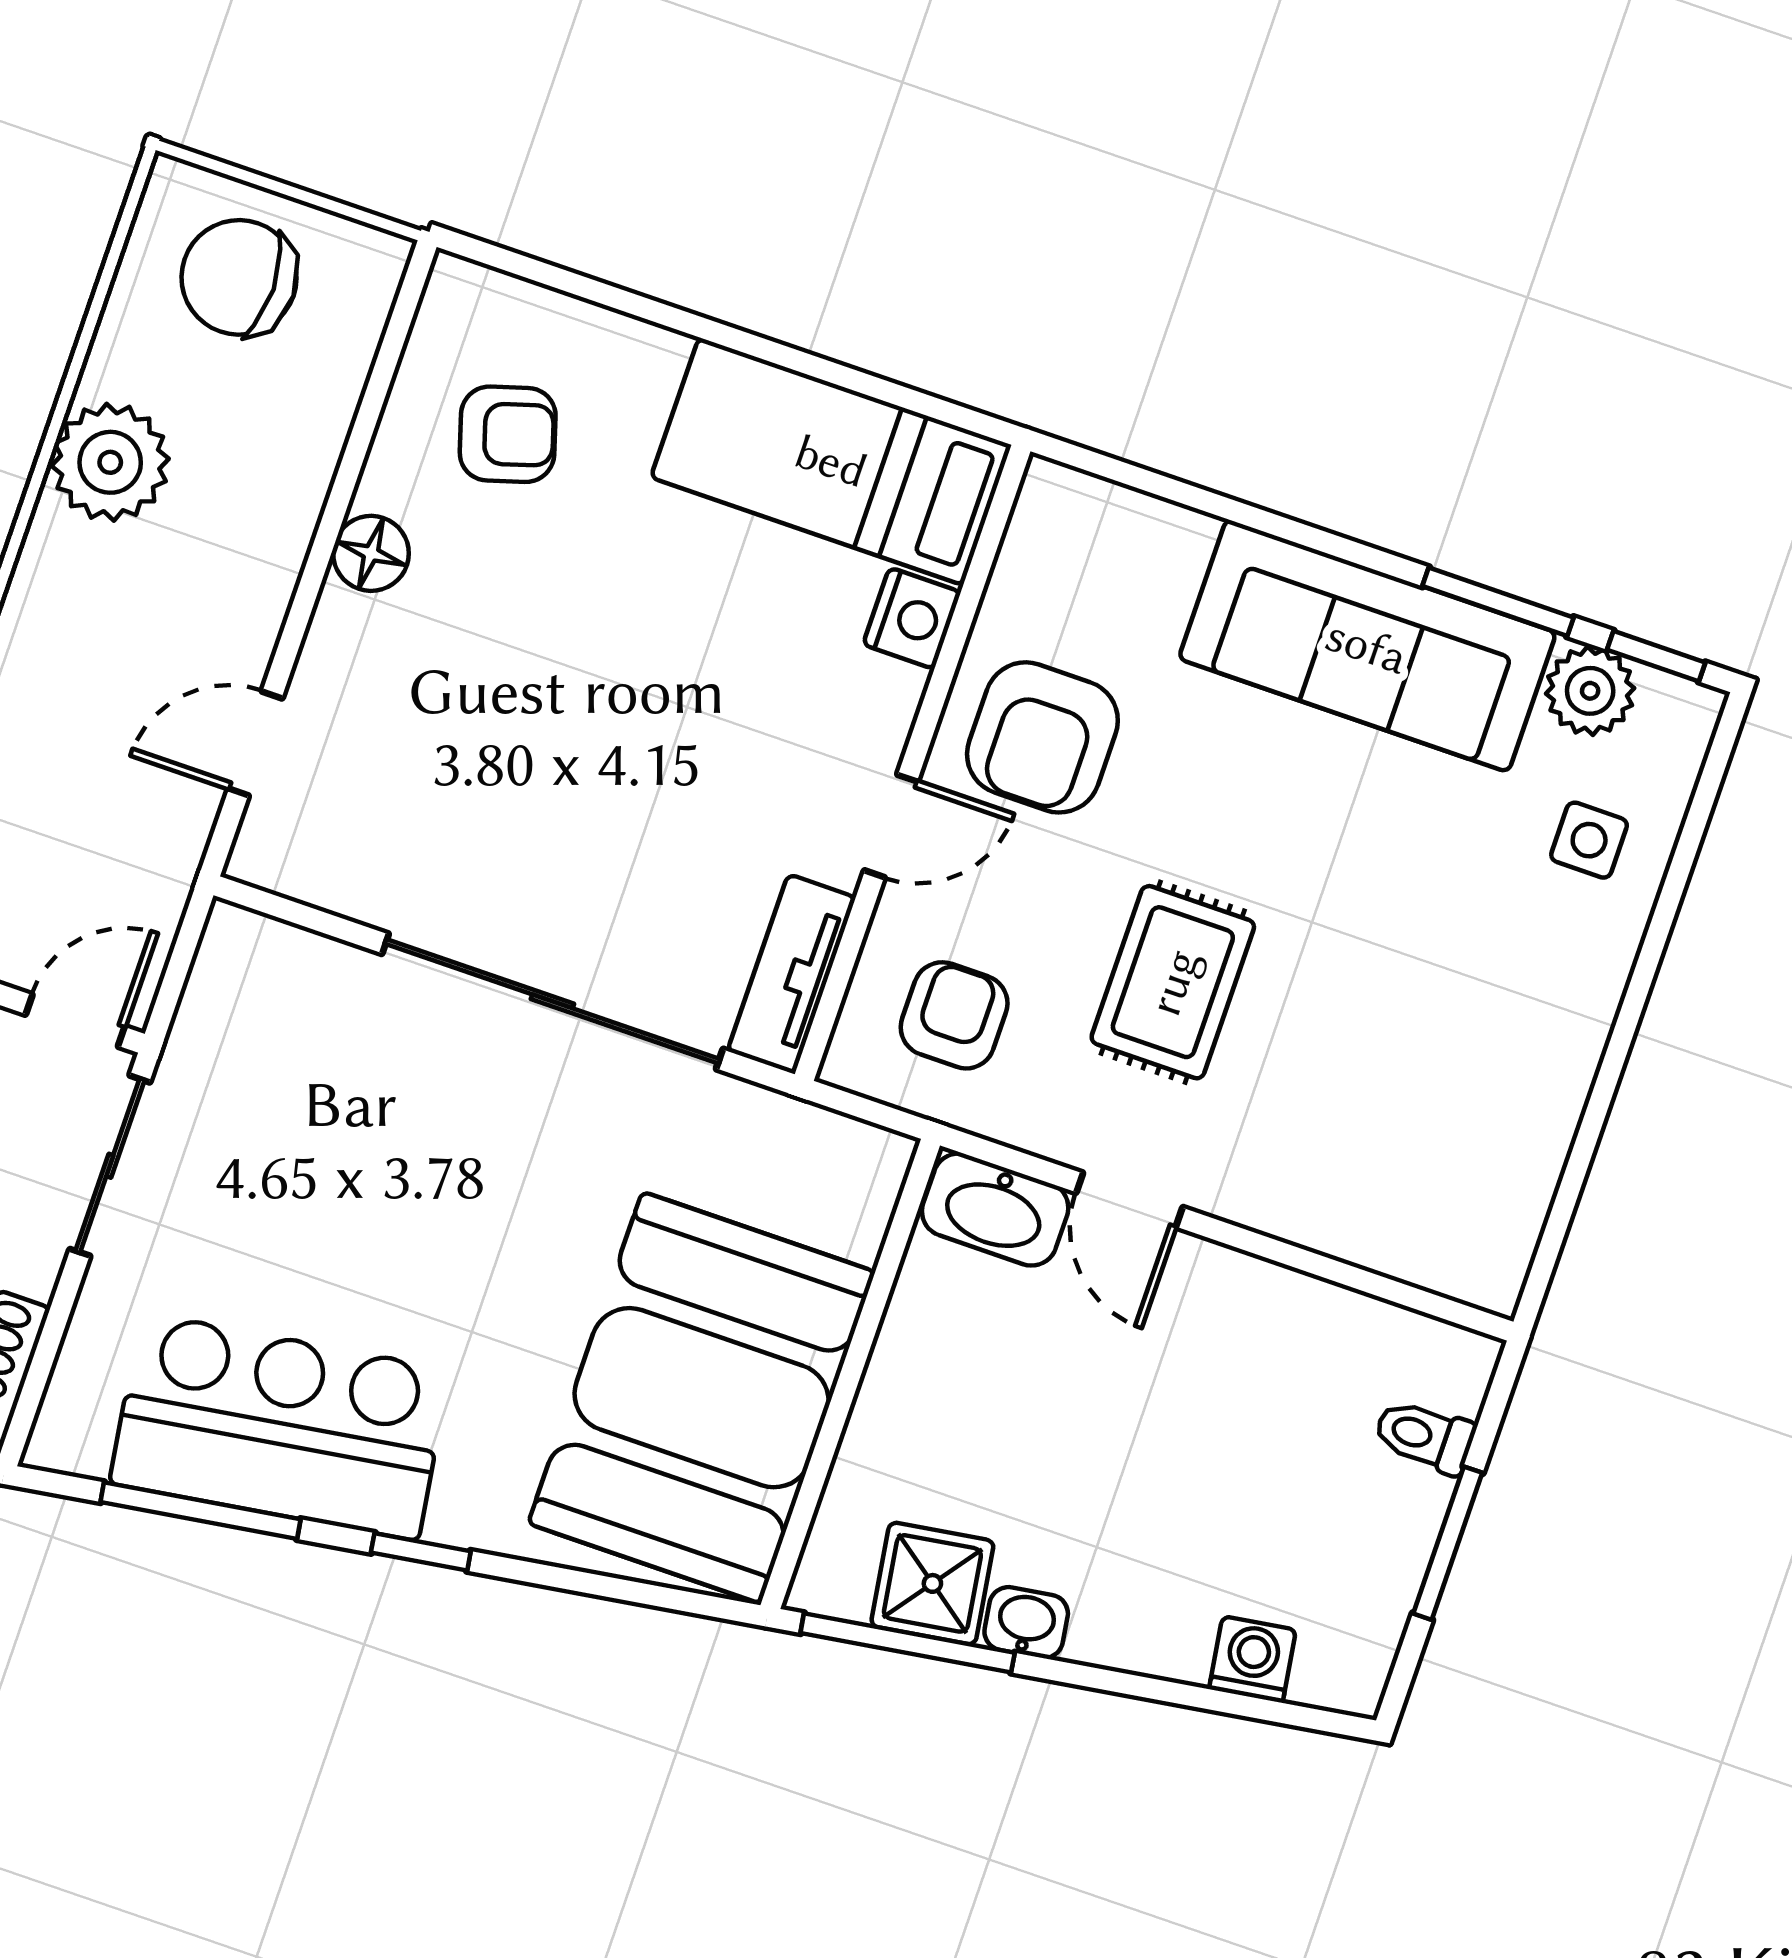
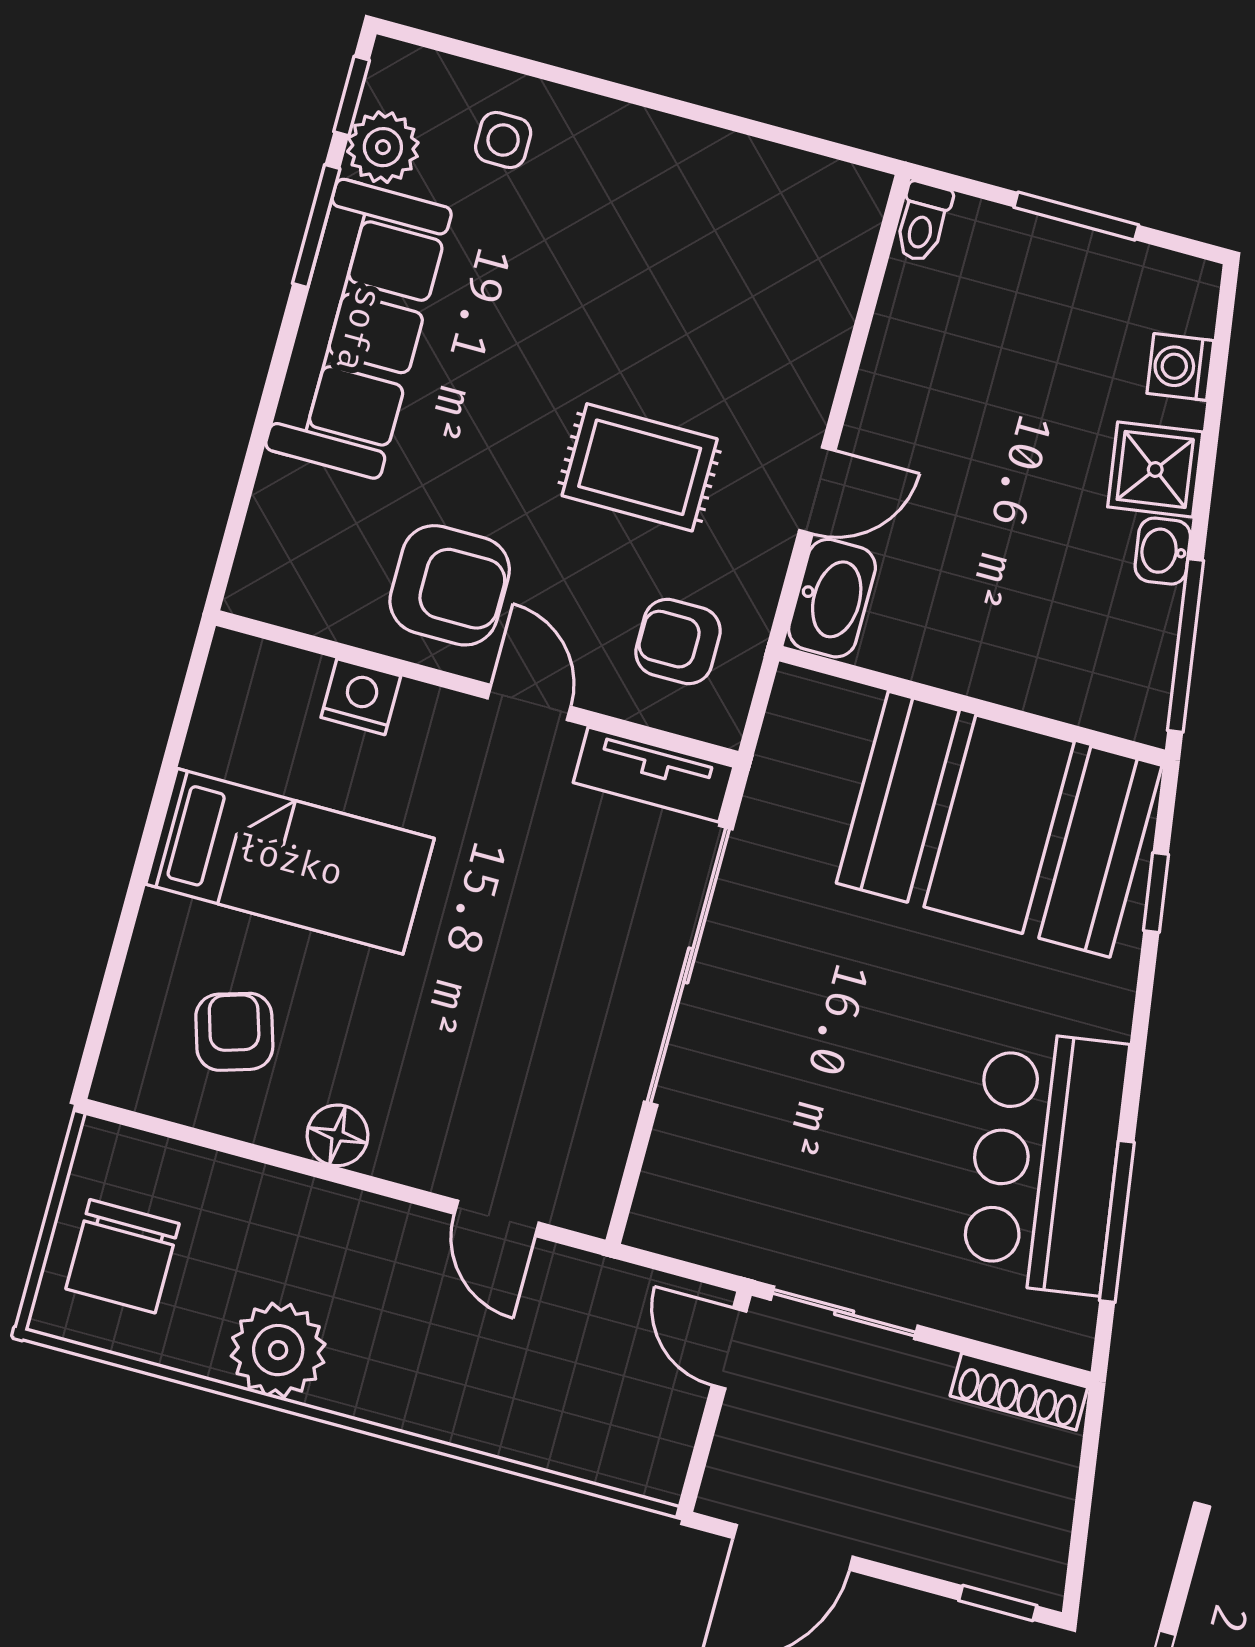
bed: (831, 461) -> (290, 861), moved, turned -90
toilet: (1424, 1436) -> (923, 222), moved
window: (421, 1552) -> (1156, 893), moved
shower: (932, 1583) -> (1155, 469), moved

